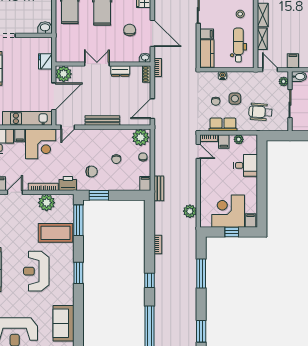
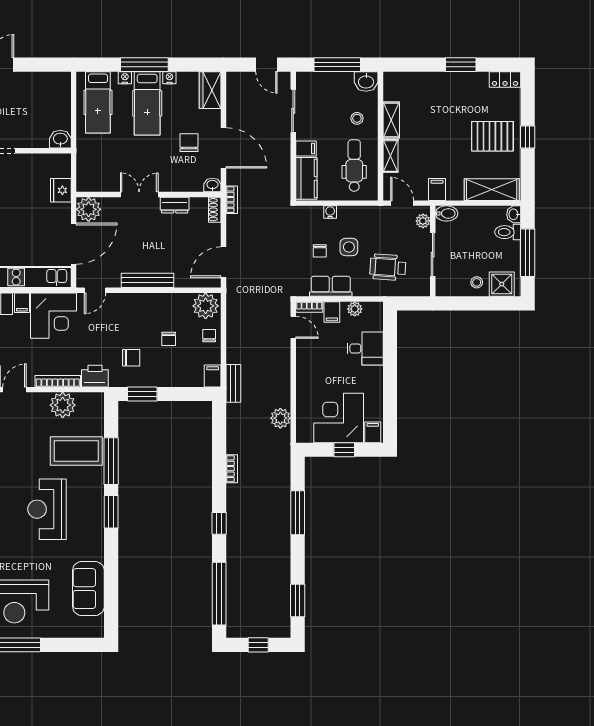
window: (78, 220) -> (111, 461), moved

